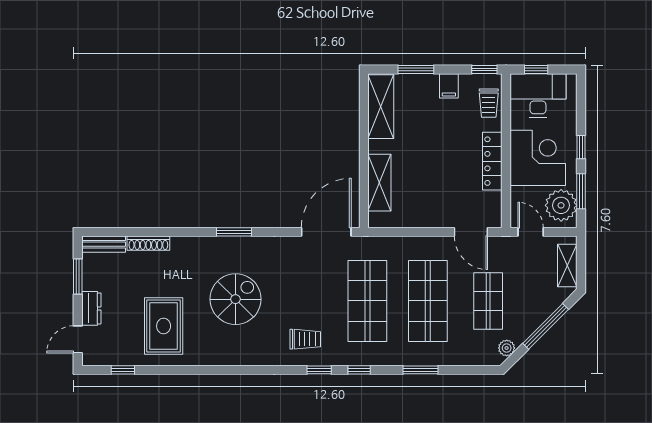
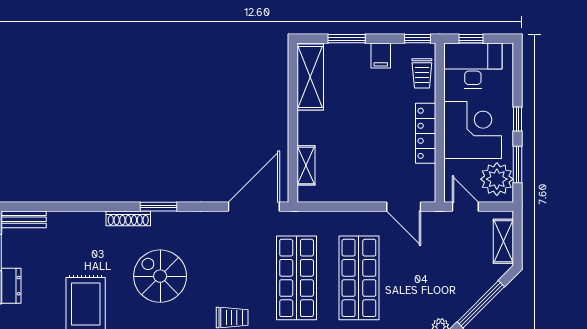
shelving: (379, 183) -> (306, 165), width x0.67, depth x0.75
shoe rack: (148, 243) -> (128, 218), moved
spiral stairs: (236, 299) -> (160, 276), turned -90
shop shelf: (488, 301) -> (421, 278), removed

